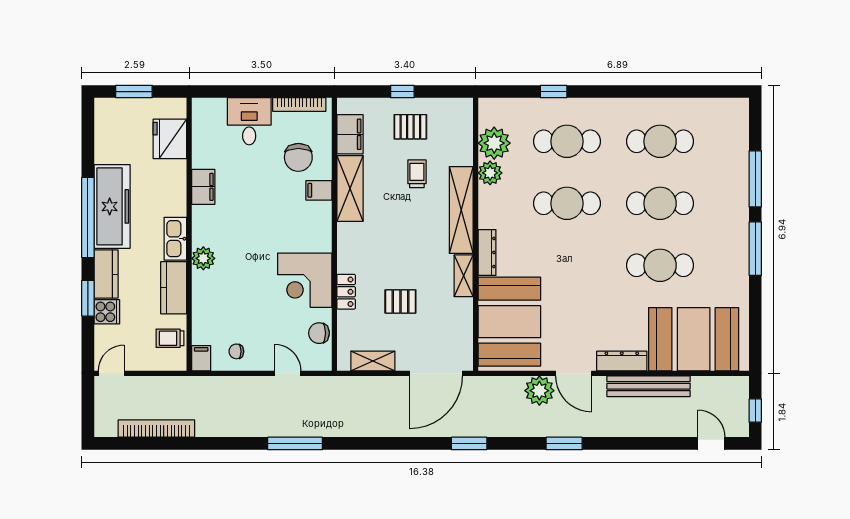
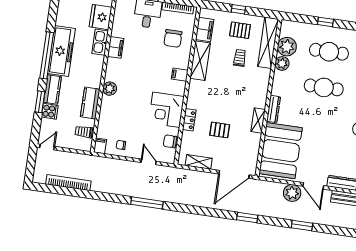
filing cabinet: (319, 190) -> (180, 75), moved
shelving: (461, 210) -> (268, 43), moved
kitchen sink: (175, 239) -> (100, 42), moved

